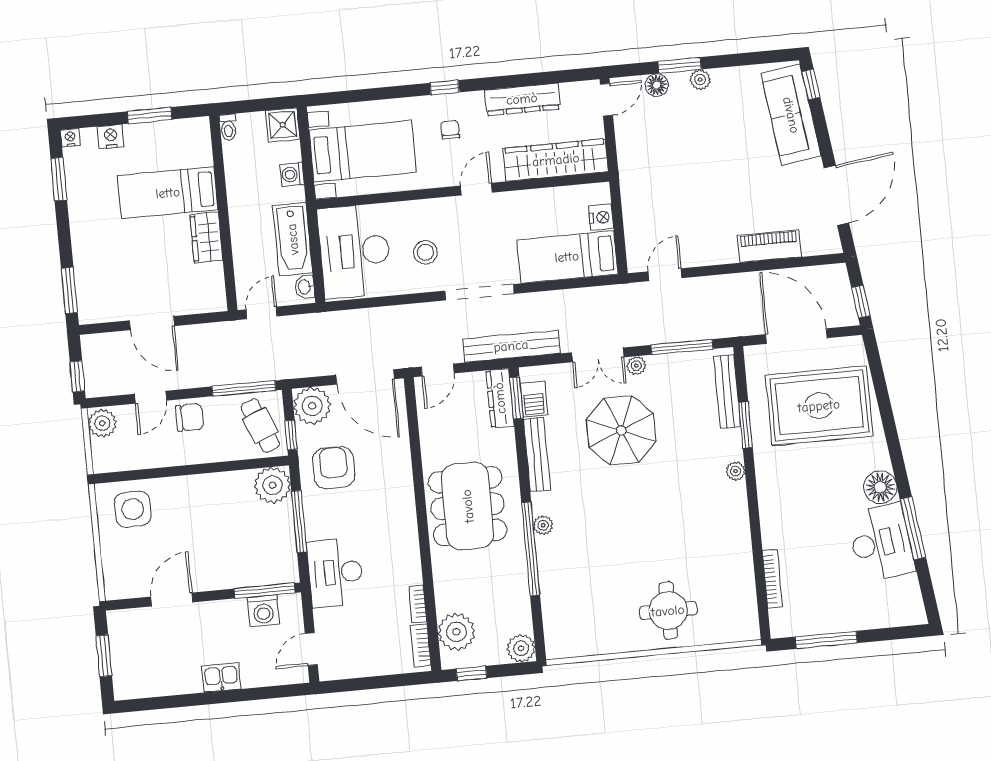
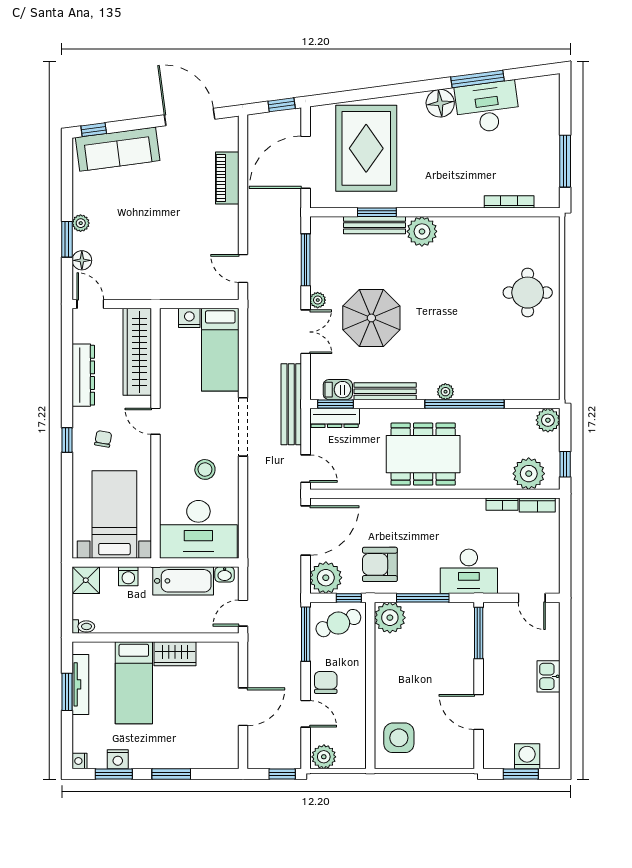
tv unit: (160, 130) -> (80, 684), added
chair: (450, 130) -> (103, 439), turned 100
nightstand: (111, 137) -> (118, 759), moved, turned -90
window: (69, 290) -> (171, 774), moved
door: (262, 313) -> (243, 613), hinge flipped
bench: (727, 392) -> (374, 225), moved
plant: (735, 471) -> (422, 231), width x1.88, depth x1.88
washing machine: (263, 611) -> (527, 756), moved, turned -90

